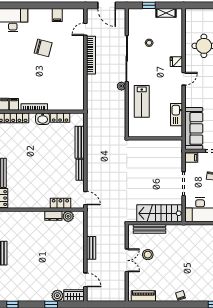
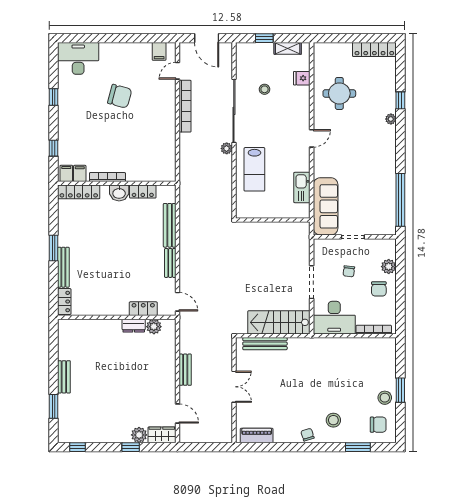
filing cabinet: (57, 15) -> (159, 51), moved
fridge: (176, 62) -> (302, 78), moved
filing cabinet: (191, 158) -> (322, 246), removed
stool: (148, 255) -> (333, 420), moved

